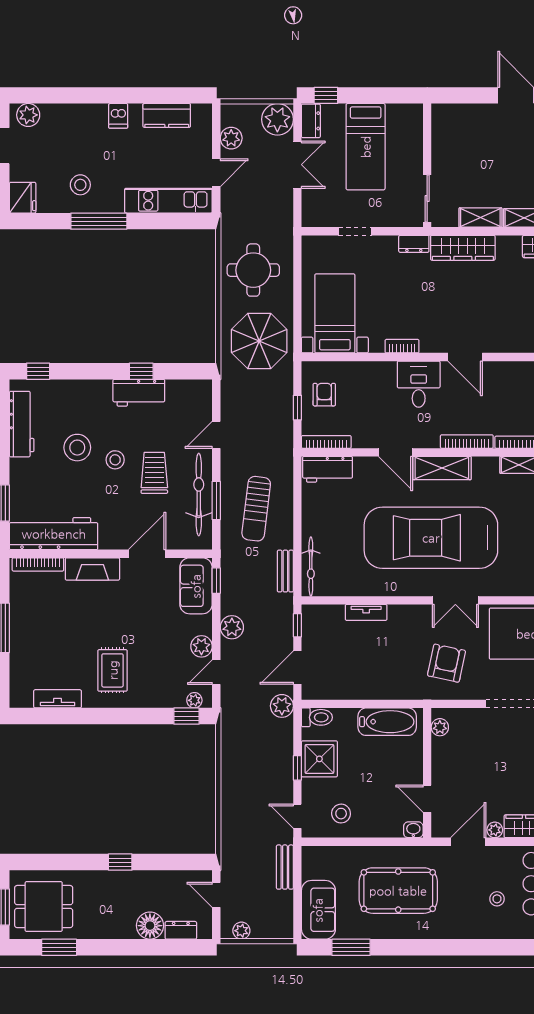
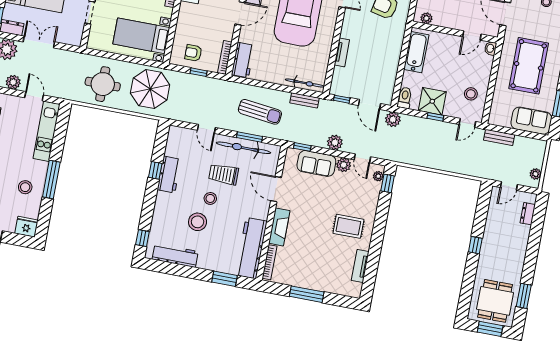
sofa: (196, 586) -> (316, 163), moved
floor lamp: (150, 926) -> (521, 233), removed

